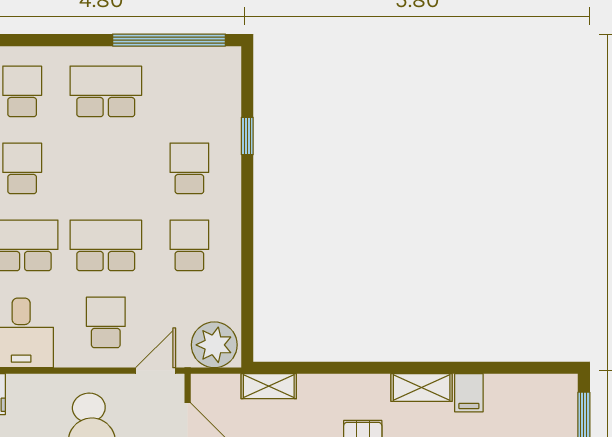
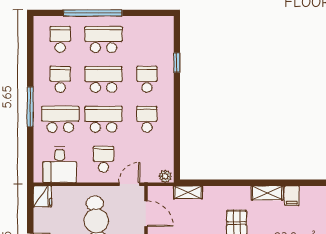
window: (169, 40) -> (93, 13), moved
school desk: (106, 168) -> (104, 79), added
plant: (214, 345) -> (165, 176), width x0.53, depth x0.53

